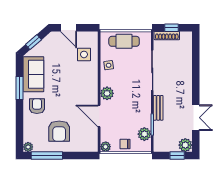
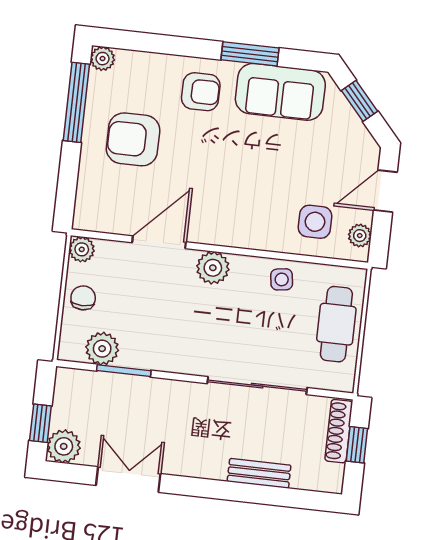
plant: (87, 36) -> (360, 236), added
bench: (158, 108) -> (259, 473), moved
double door: (196, 118) -> (128, 479), swing flipped

